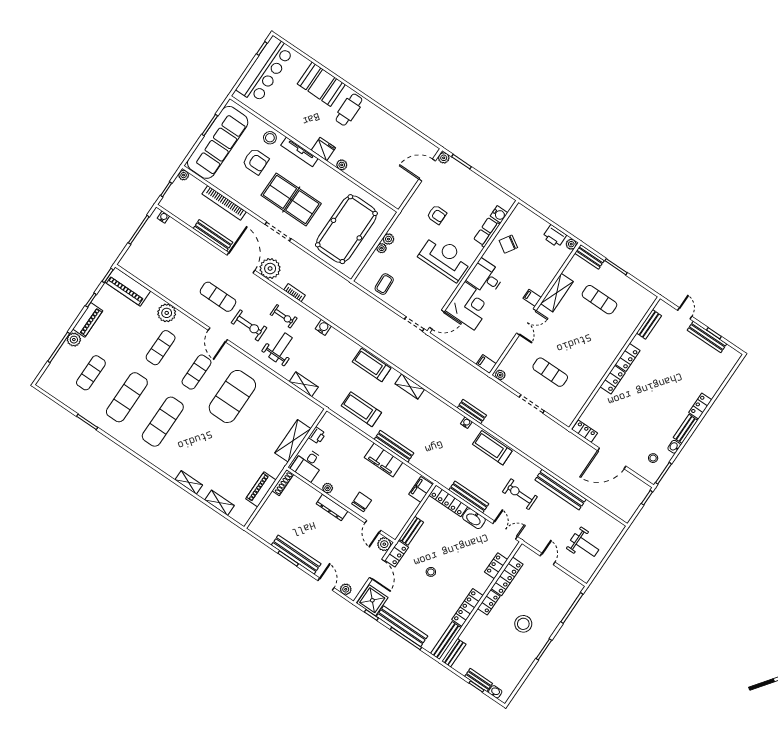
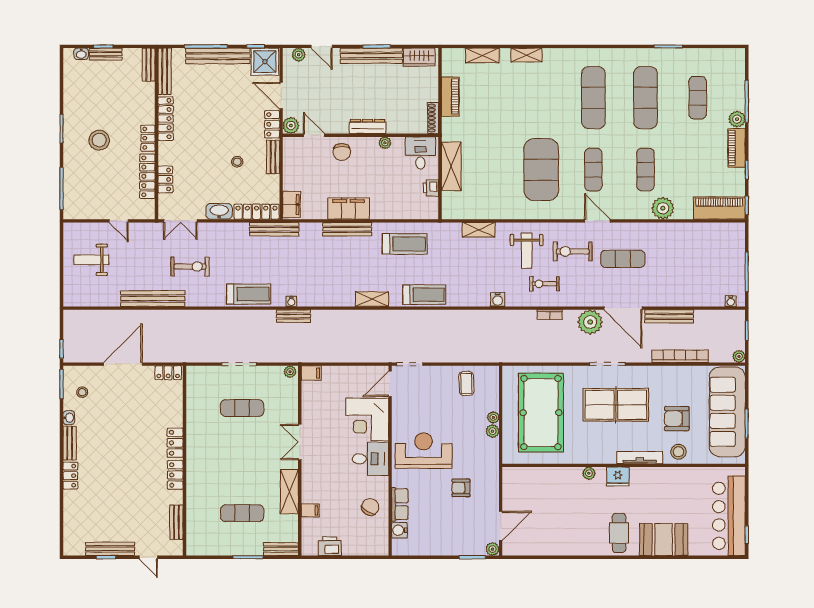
plant: (571, 244) -> (308, 549), removed
reception desk: (445, 258) -> (424, 451), turned 180
filing cabinet: (532, 298) -> (310, 510), moved
bench: (469, 497) -> (274, 229), moved
wardrobe: (264, 531) -> (419, 57), added
stool: (431, 572) -> (237, 162), moved

